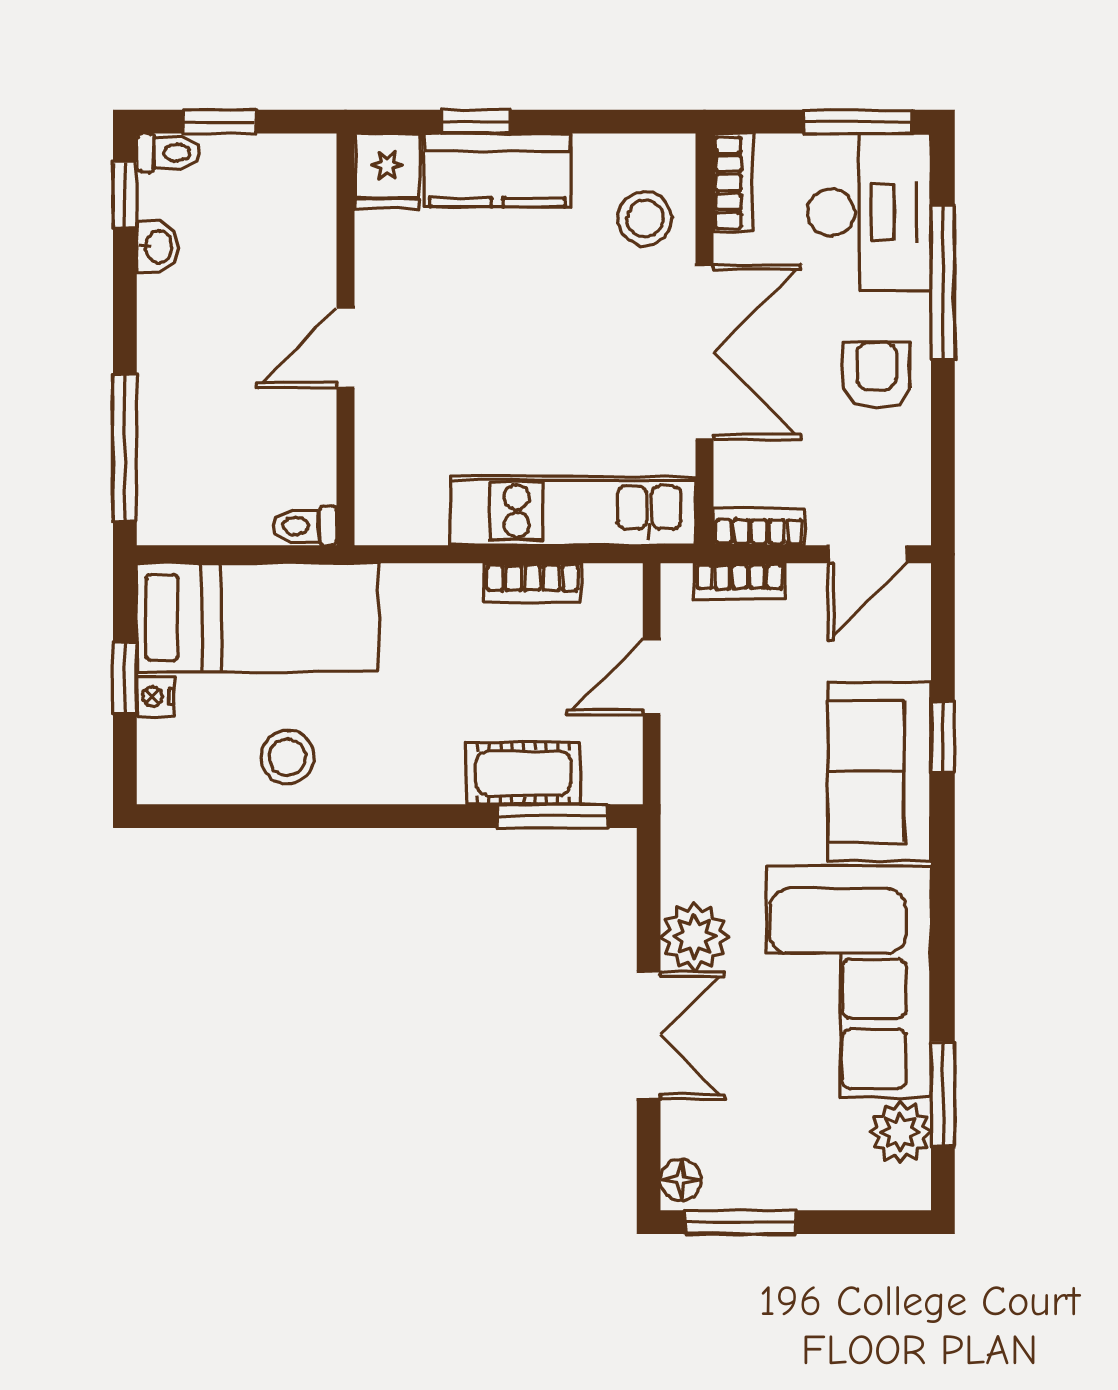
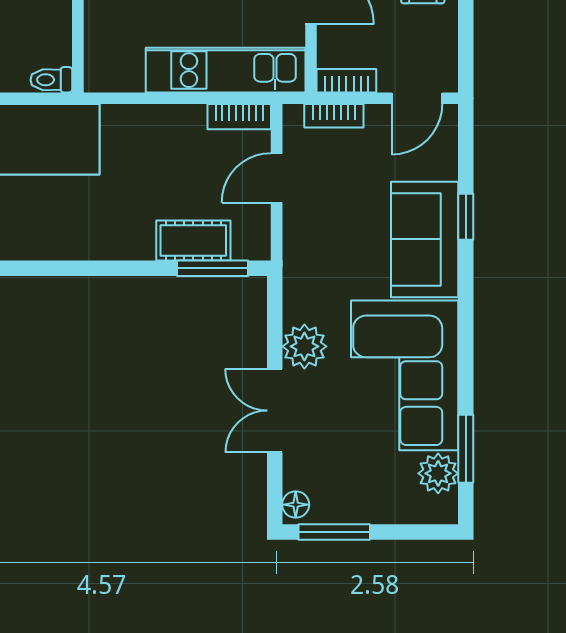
bookcase: (533, 583) -> (239, 117), moved
stool: (287, 757) -> (40, 230), removed
double door: (649, 1035) -> (275, 411), swing flipped

